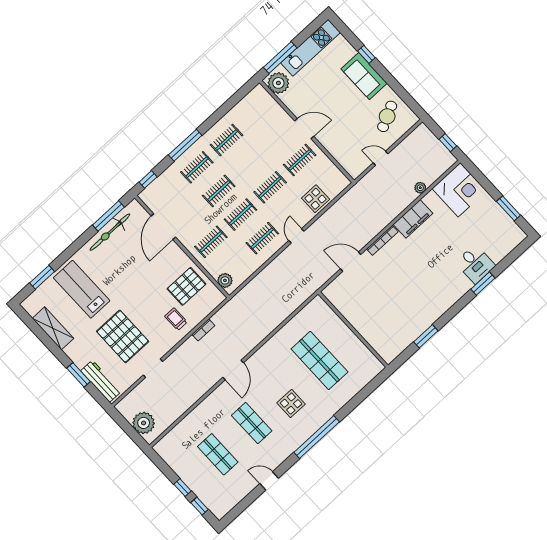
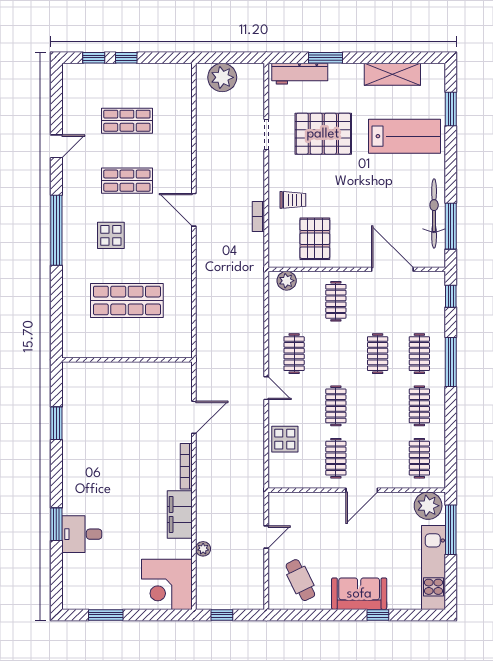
clothes rail: (240, 215) -> (419, 458), moved

